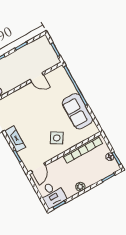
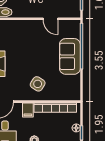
sofa: (77, 111) -> (70, 56), moved
filing cabinet: (61, 164) -> (28, 110), added

